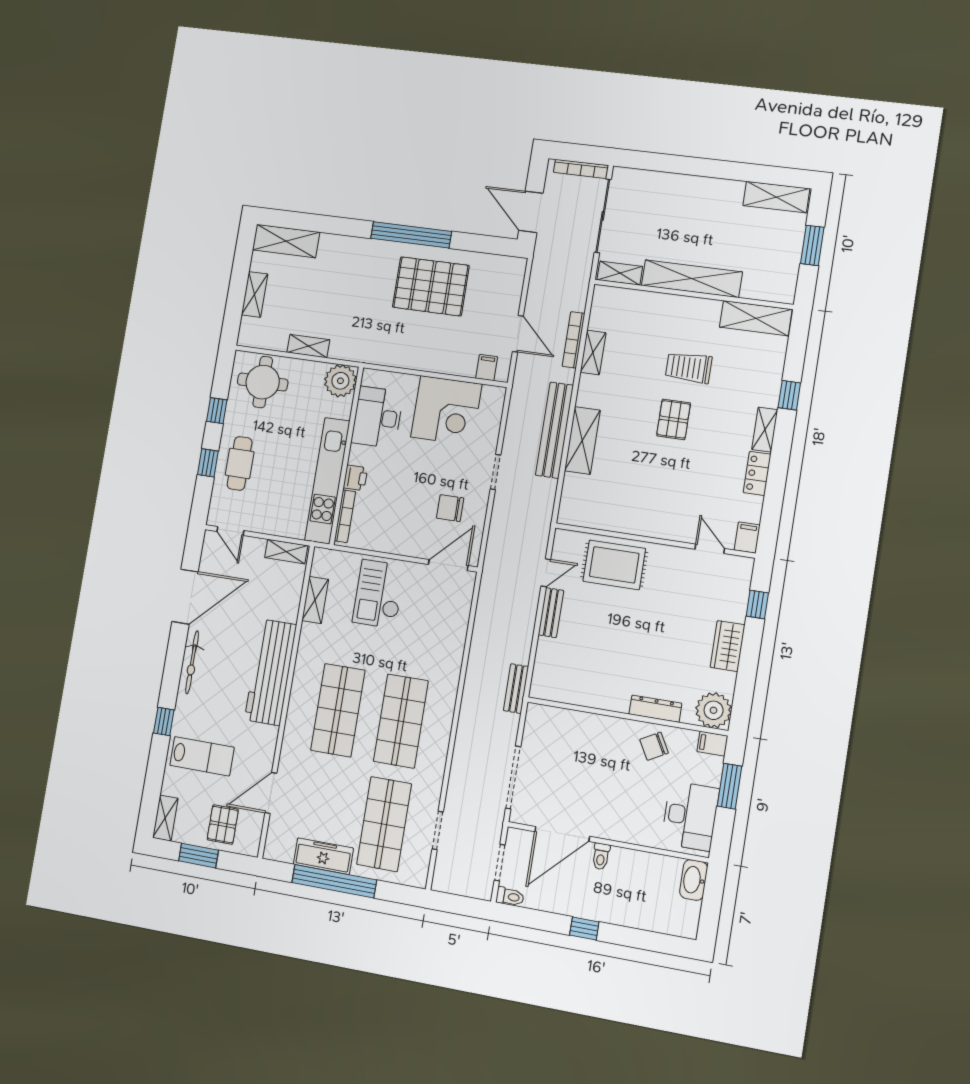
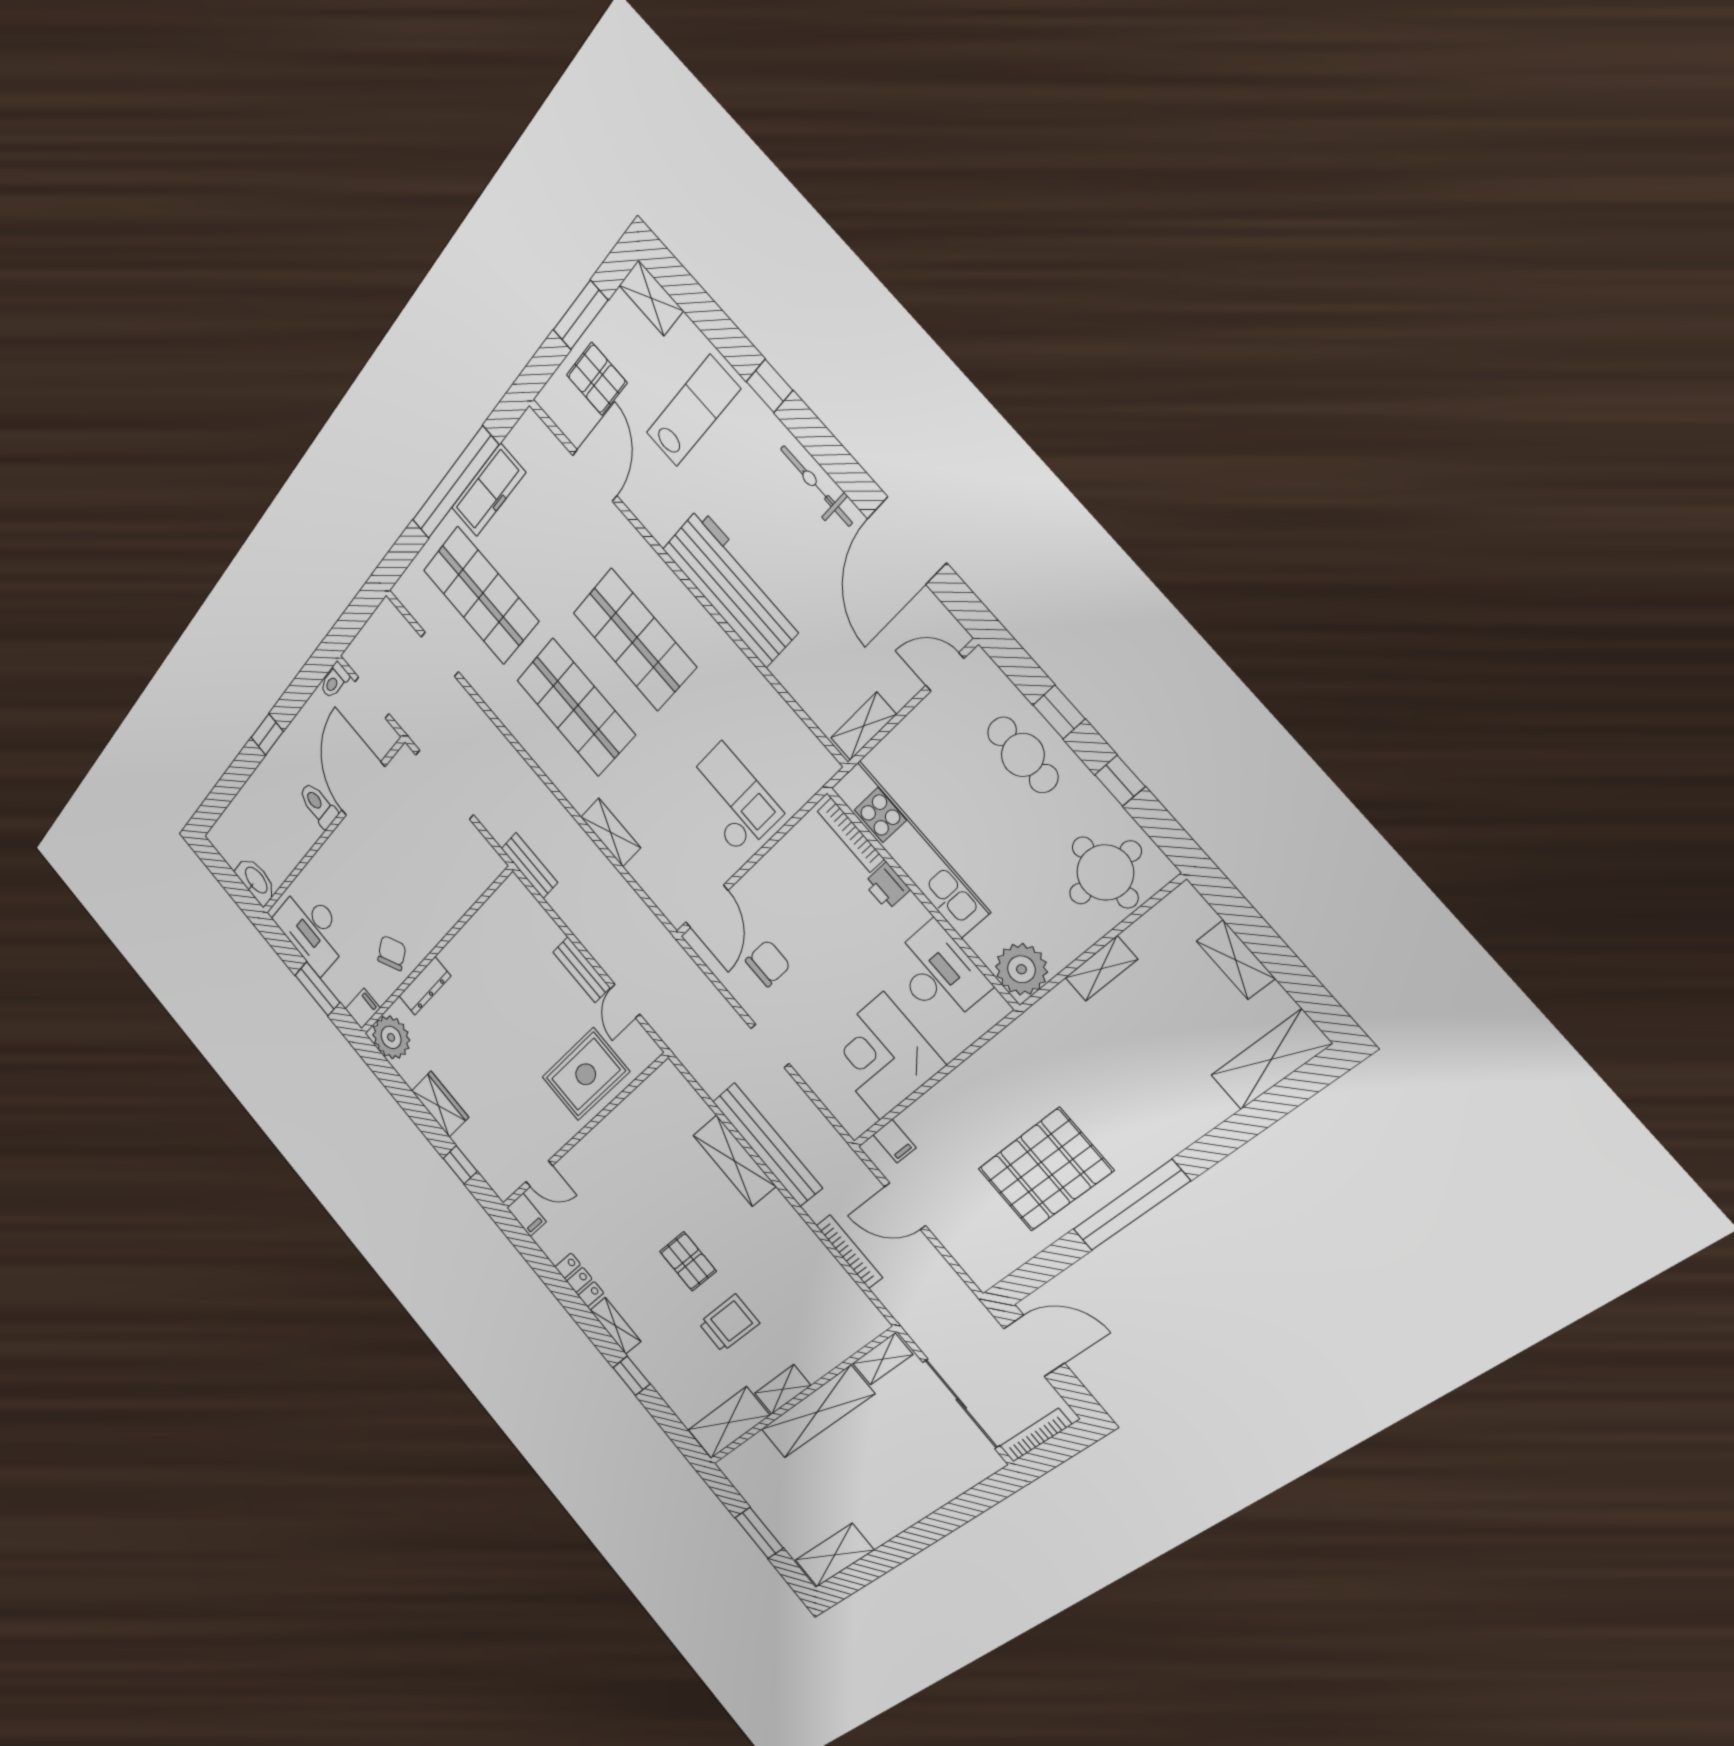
shelving: (593, 353) -> (783, 1389), moved, turned 90
shelving: (315, 600) -> (611, 832), moved
lab bench: (202, 756) -> (693, 411), turned 180
toilet: (601, 856) -> (318, 805), width x1.37, depth x1.39

